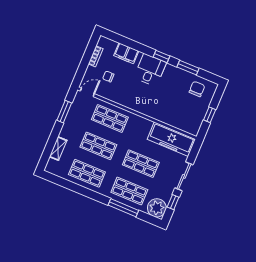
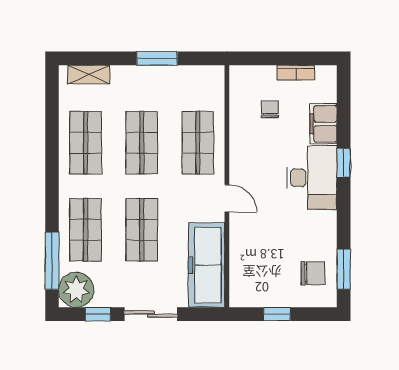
window: (161, 56) -> (344, 163), moved
window: (188, 68) -> (344, 269), moved
desk: (150, 70) -> (312, 178), width x1.37
door: (87, 92) -> (227, 198), moved
window: (64, 112) -> (157, 58), moved
shelving: (58, 149) -> (89, 75), moved
window: (123, 208) -> (52, 261), moved

